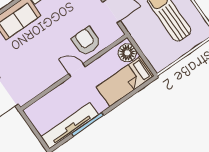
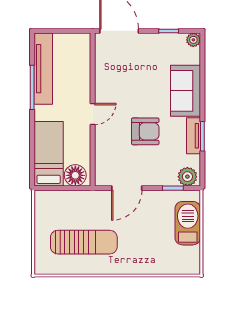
armchair: (86, 41) -> (145, 131), moved

